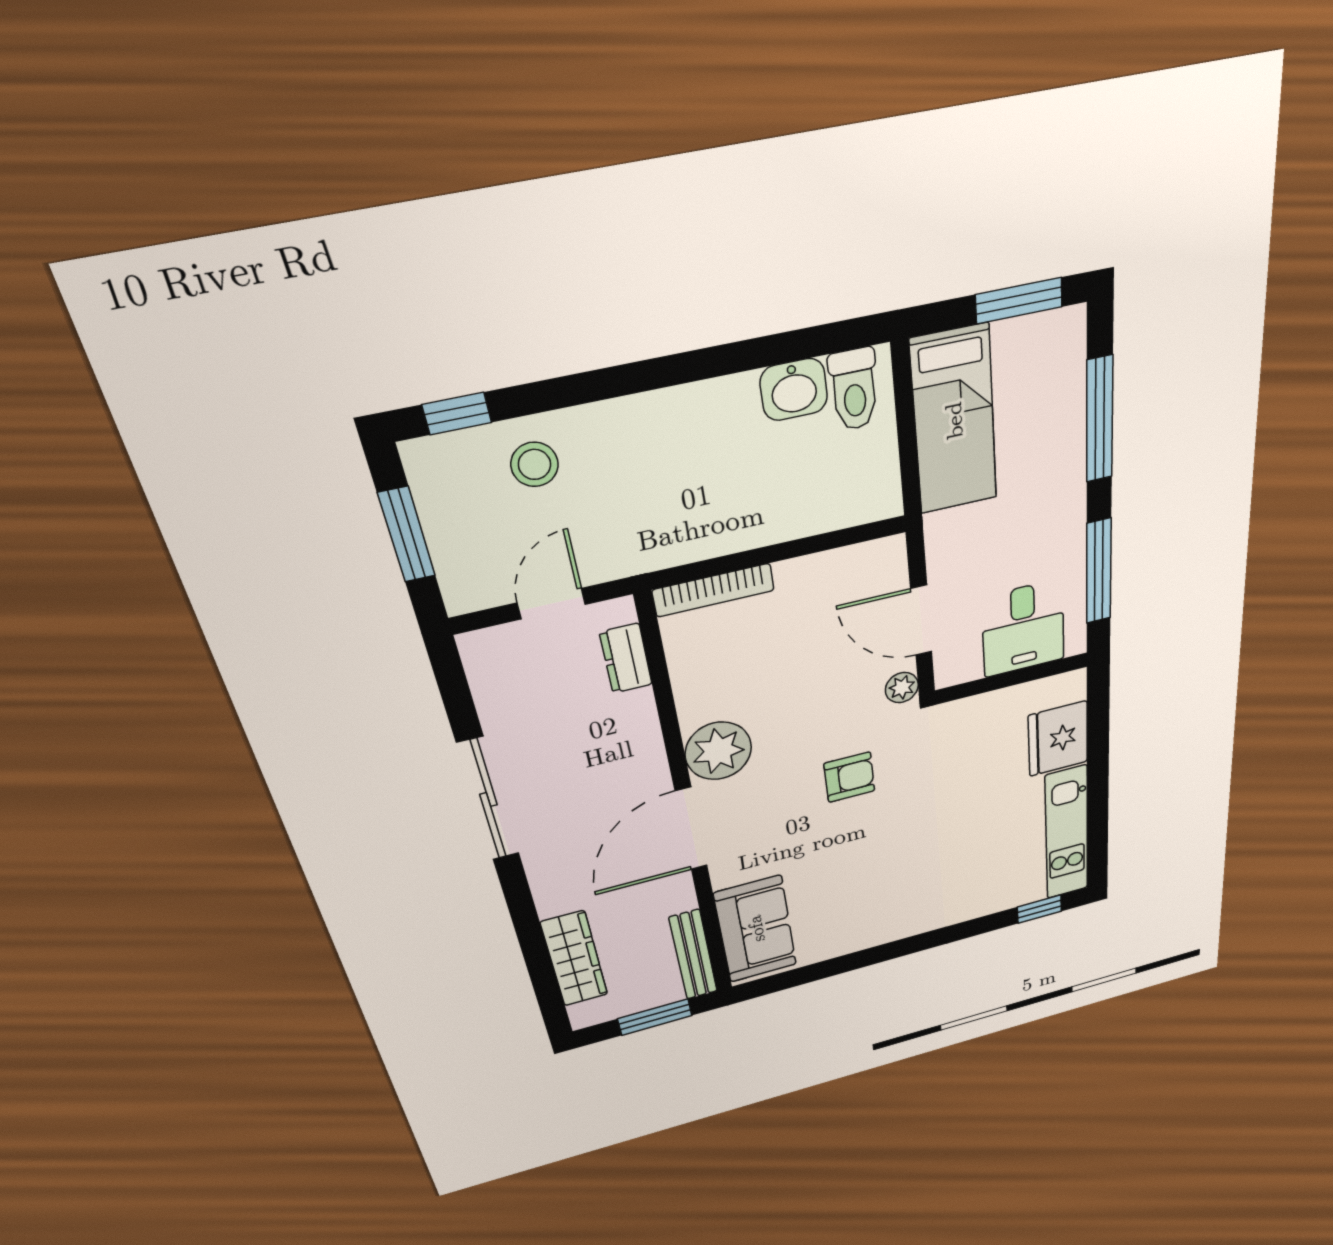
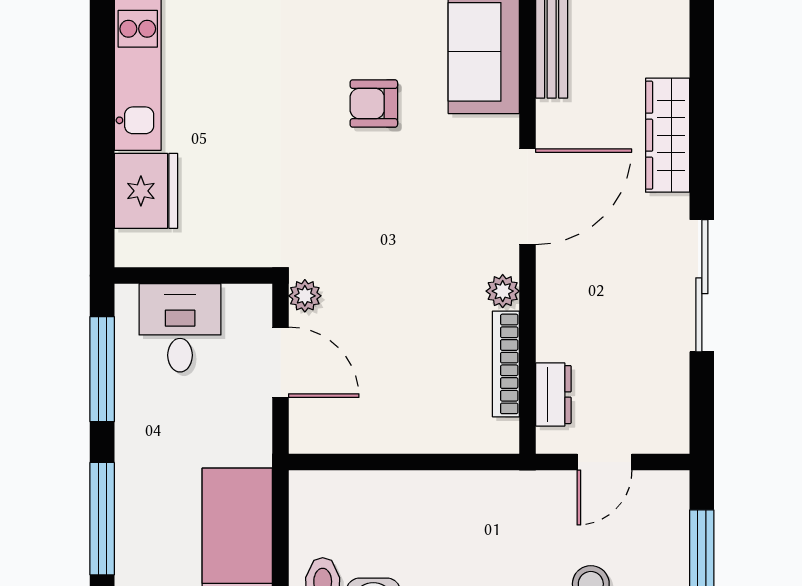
bookcase: (713, 590) -> (506, 364), moved, turned -90
plant: (718, 751) -> (503, 291), width x0.53, depth x0.53
armchair: (849, 777) -> (374, 104), moved
wardrobe: (574, 959) -> (668, 135), moved

